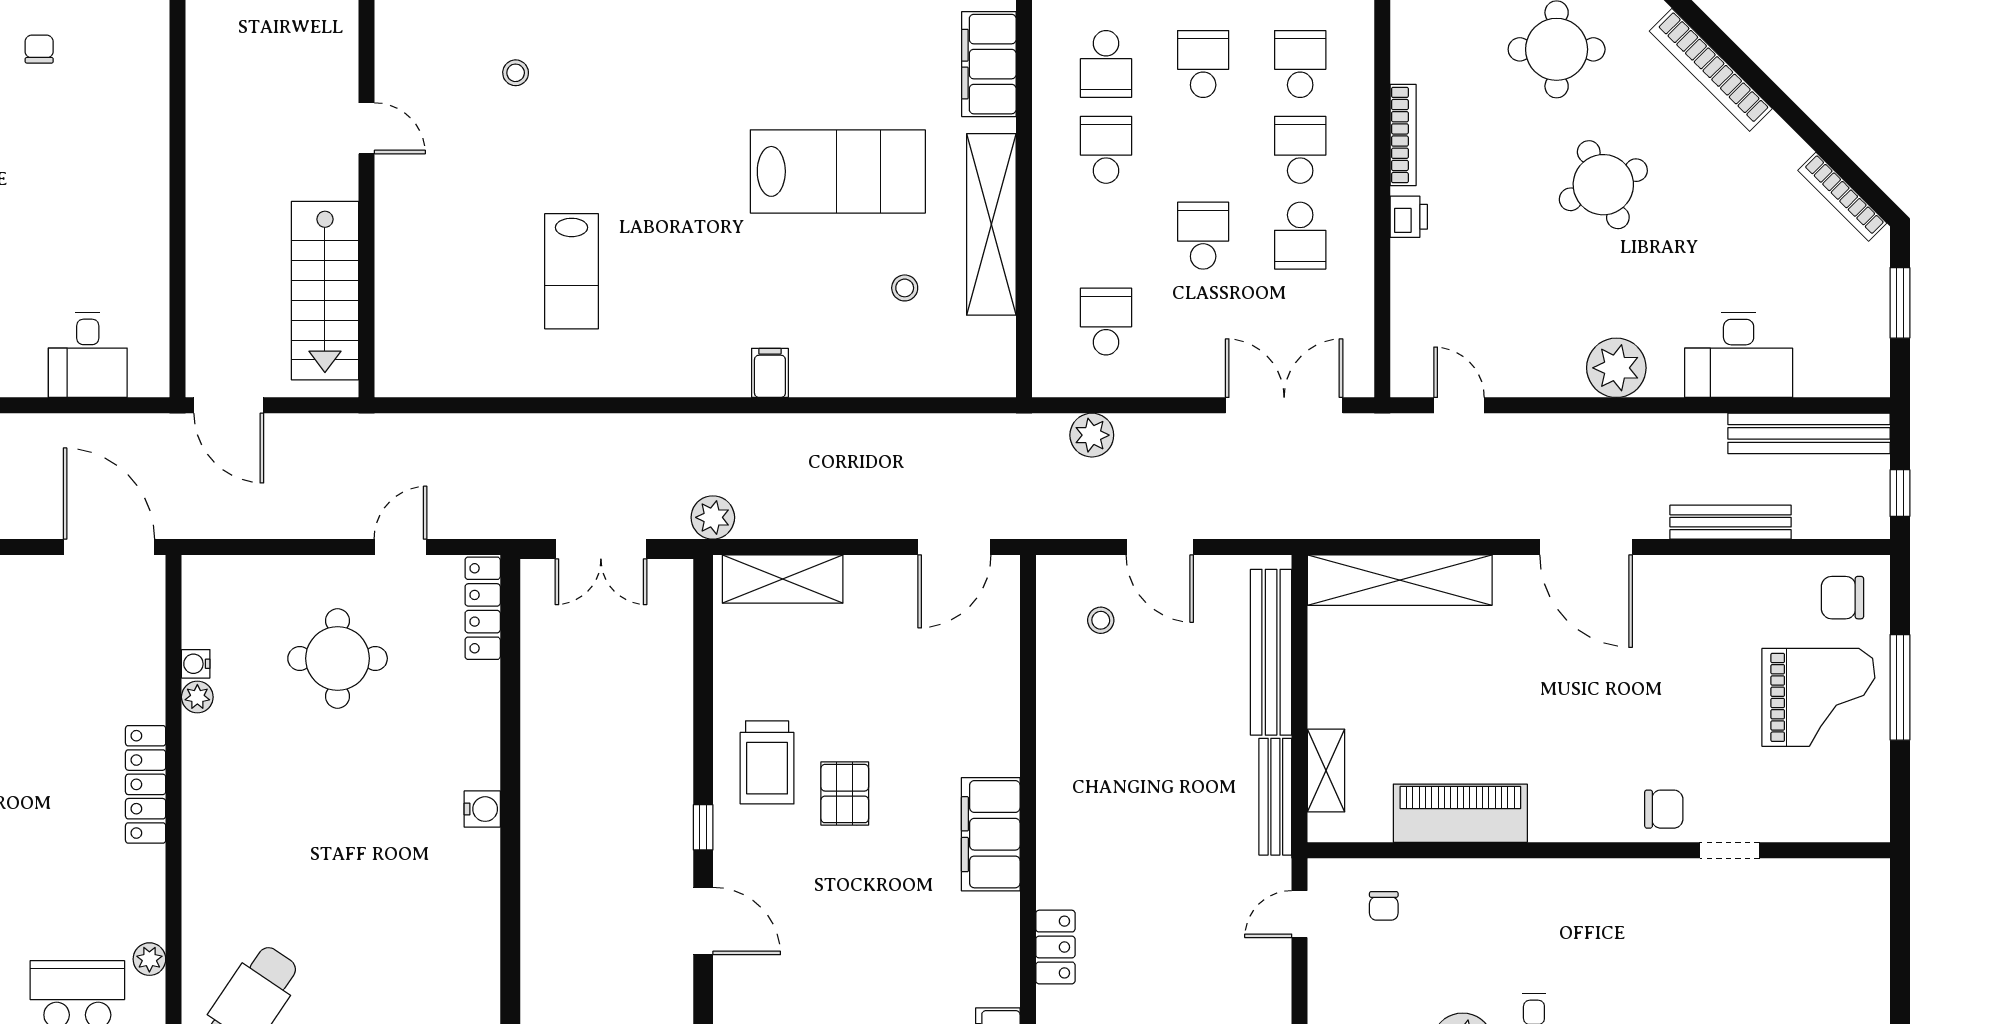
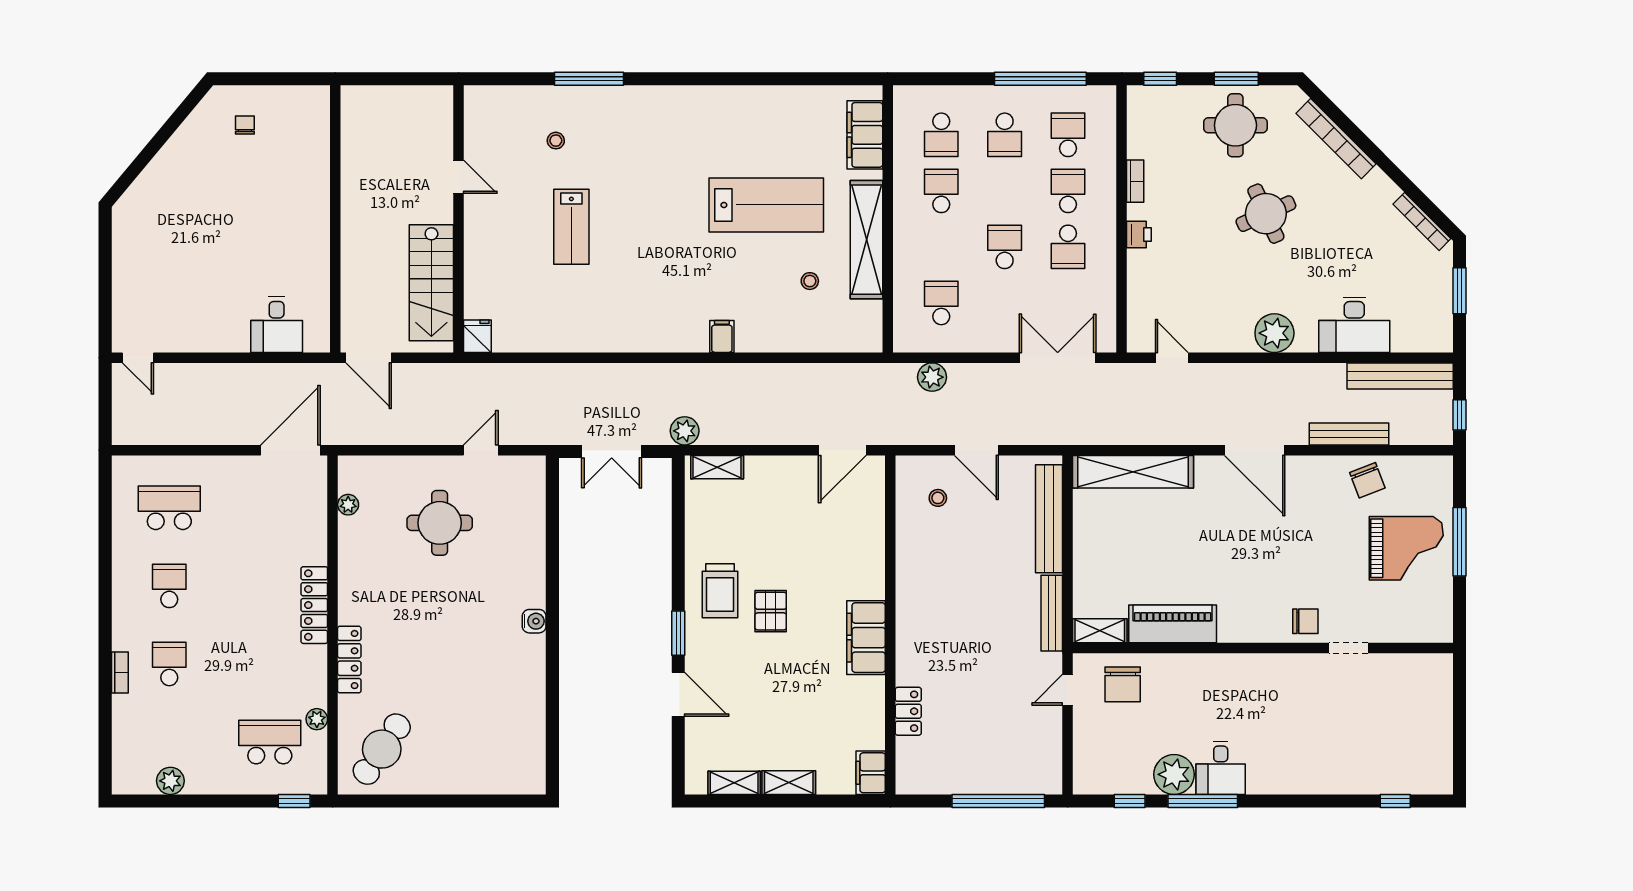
school desk: (1203, 64) -> (1005, 135), turned 180
bookcase: (1403, 135) -> (1135, 181), width x0.64
lab bench: (572, 271) -> (571, 227), moved
fridge: (395, 372) -> (477, 336), added
door: (109, 547) -> (290, 450), hinge flipped
shelving: (783, 579) -> (717, 467), width x0.67, depth x0.75
chair: (1842, 598) -> (1367, 480), moved, turned -111
locker: (483, 608) -> (349, 660), moved, turned 180
water cooler: (196, 664) -> (347, 526), removed
plant: (197, 697) -> (348, 505), moved
shelving: (1326, 771) -> (1100, 631), moved, turned 90
window: (703, 827) -> (678, 633), width x1.50
chair: (1384, 906) -> (1123, 684), width x1.87, depth x1.87

